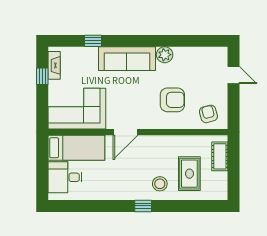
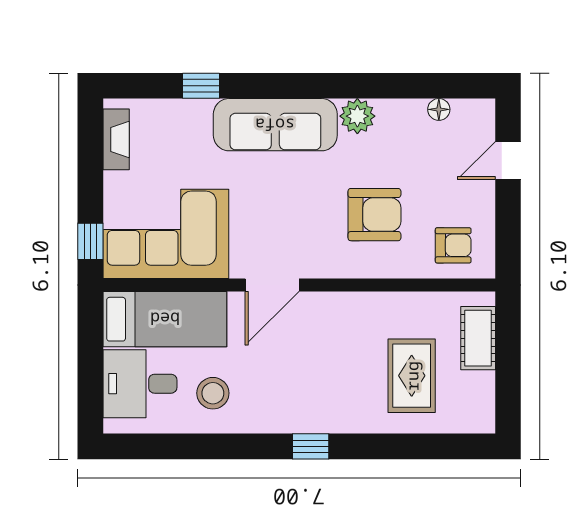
floor lamp: (202, 52) -> (439, 109), added
door: (234, 75) -> (508, 160), swing flipped
window: (42, 76) -> (90, 241), moved
armchair: (208, 114) -> (453, 245), turned 105
stool: (160, 184) -> (213, 393), moved

